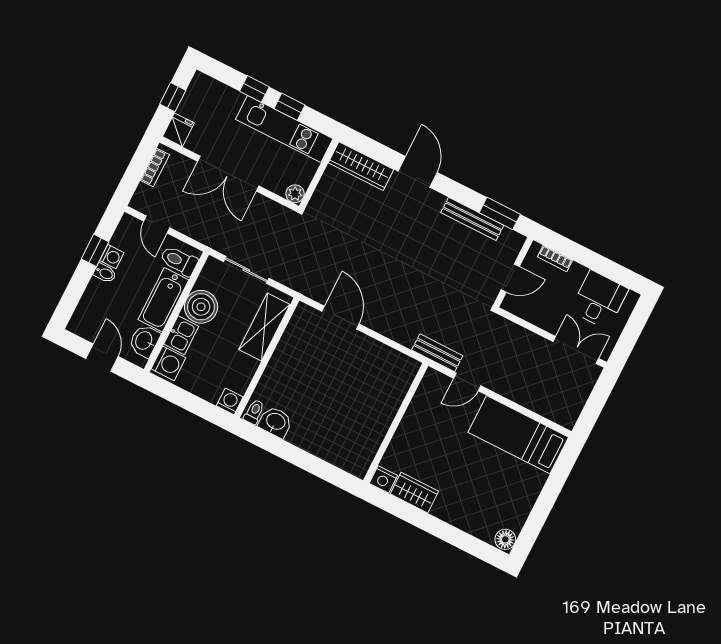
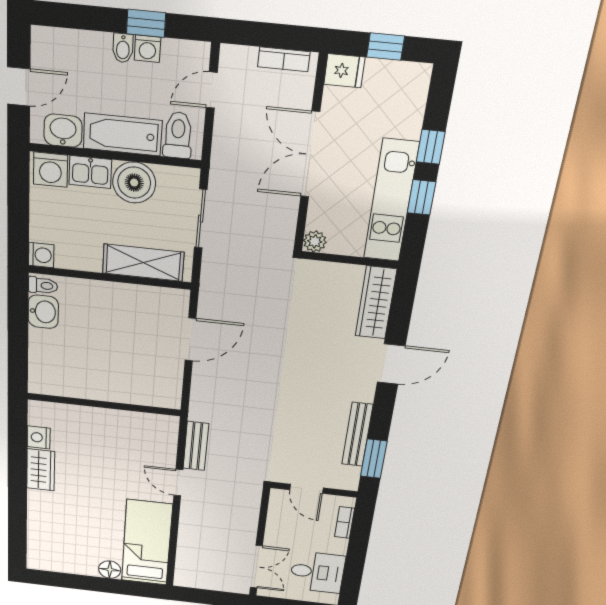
wall: (396, 423) -> (104, 405), moved
floor lamp: (505, 539) -> (110, 570), moved

